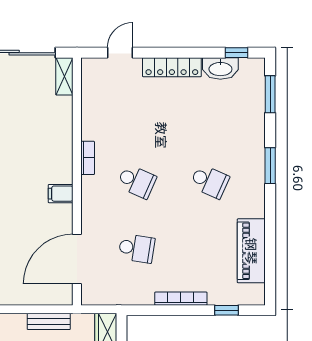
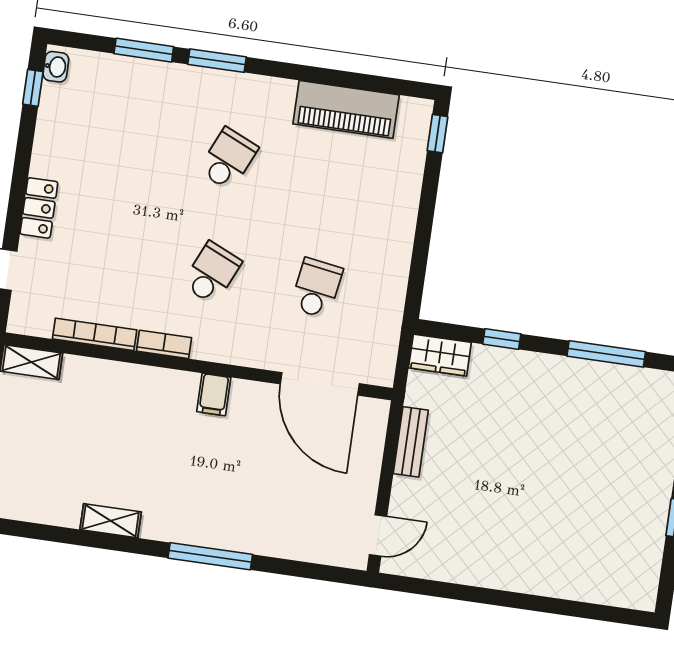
locker: (172, 67) -> (39, 208), width x0.66
washbasin: (220, 68) -> (56, 67), moved, width x0.52, depth x0.69
window: (270, 94) -> (144, 50), moved
bookcase: (181, 299) -> (95, 334), moved, turned 90
window: (226, 310) -> (437, 134), moved

